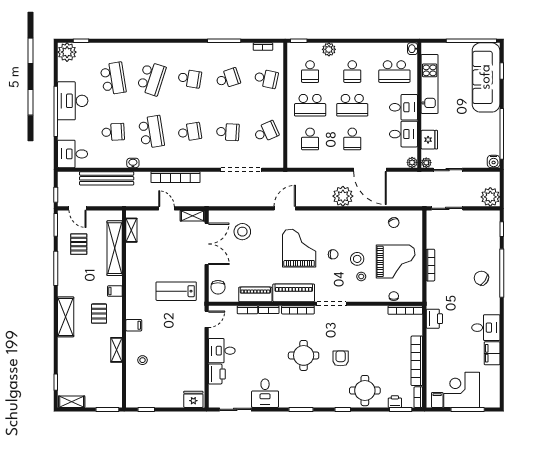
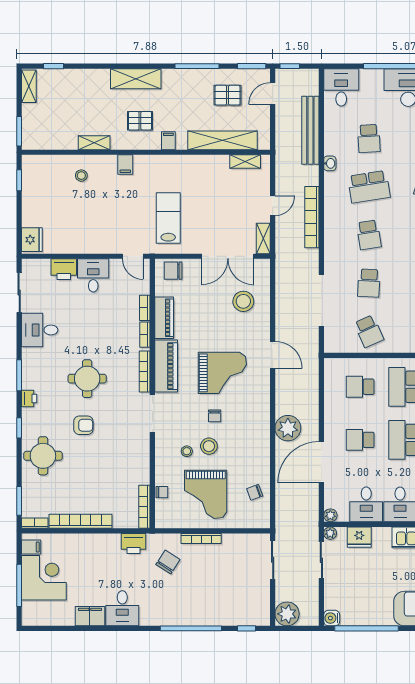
chair: (481, 278) -> (168, 562), moved
printer: (395, 402) -> (29, 399), moved

